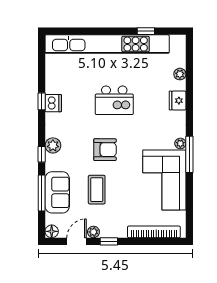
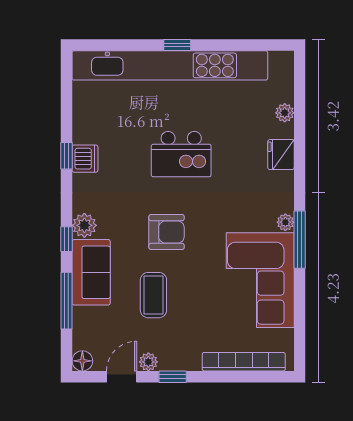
window: (146, 31) -> (177, 45), moved
sofa: (57, 192) -> (91, 272), moved

